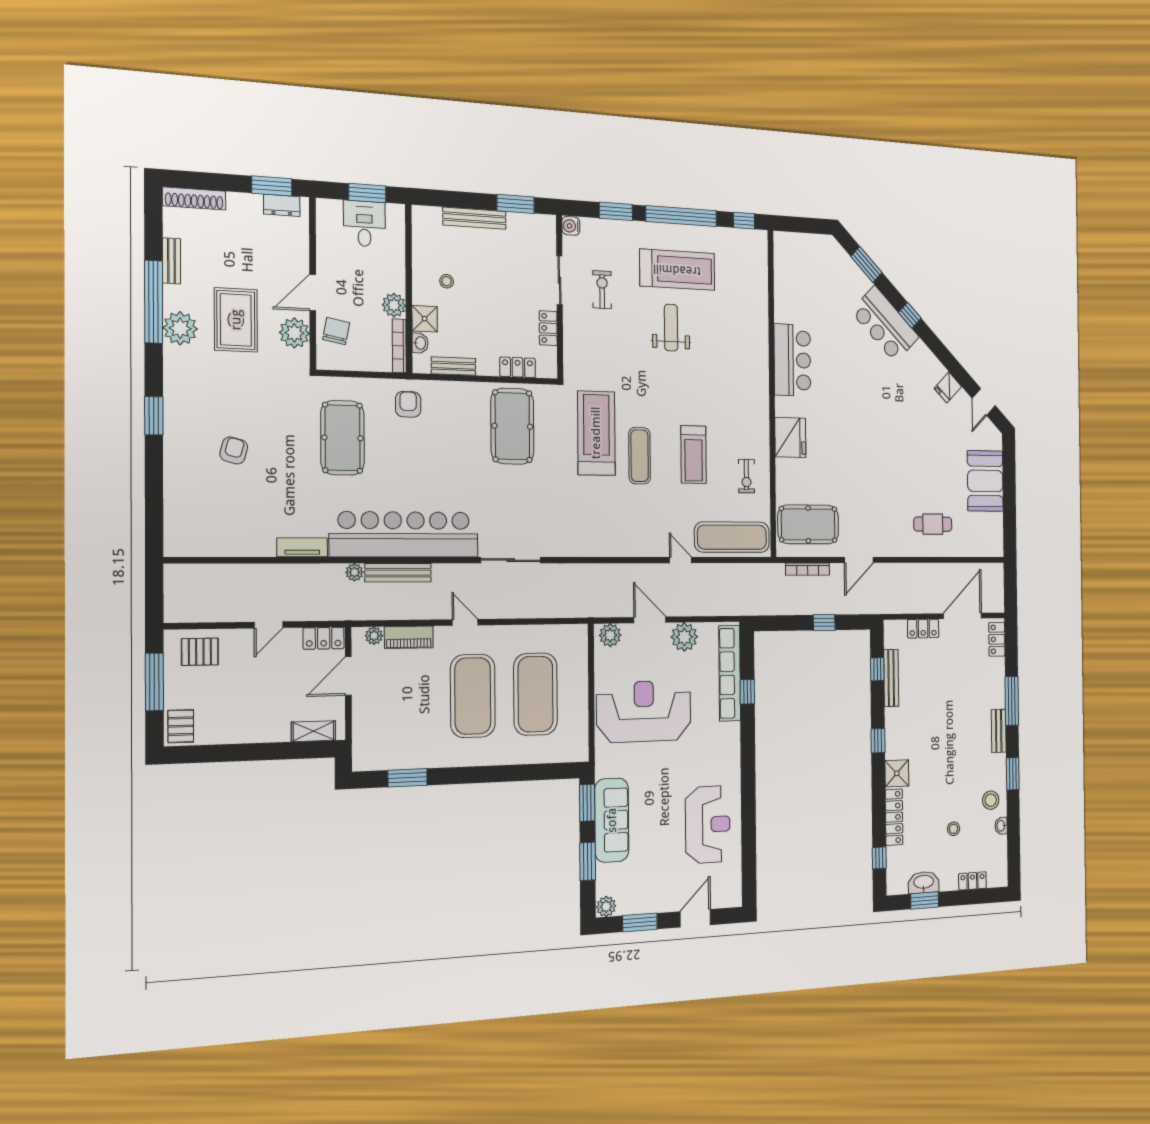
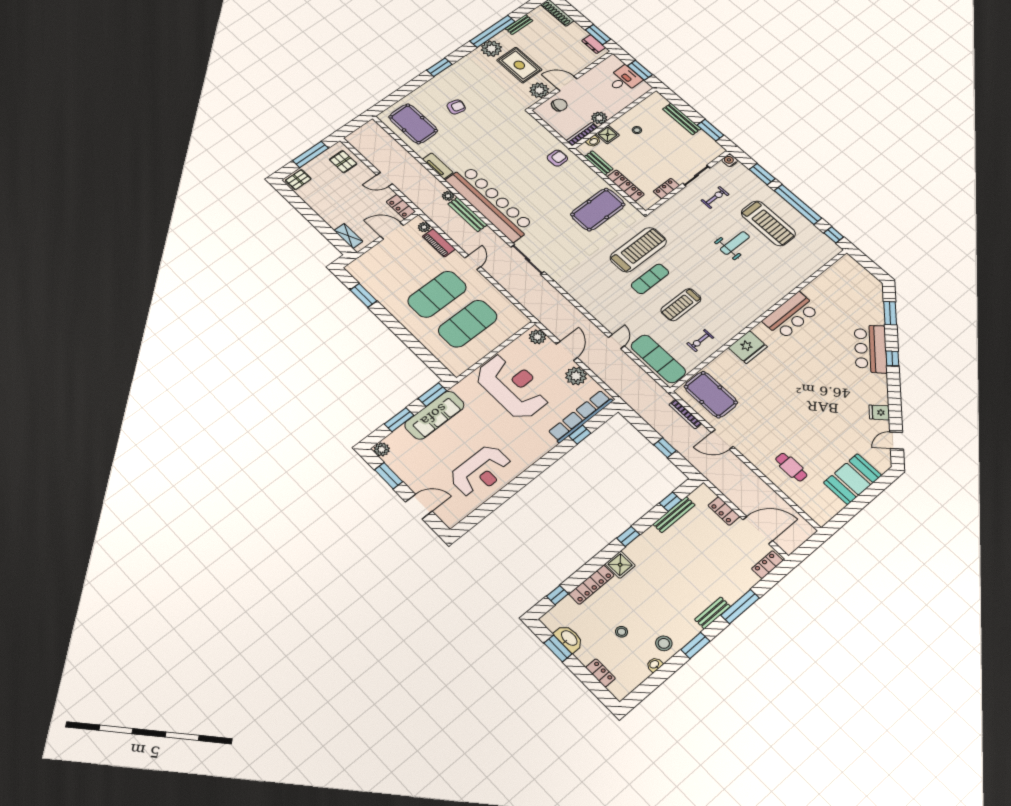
rug: (236, 320) -> (519, 65), turned 90
locker: (518, 367) -> (626, 186), width x1.53
pool table: (343, 438) -> (413, 124), moved, turned 90

